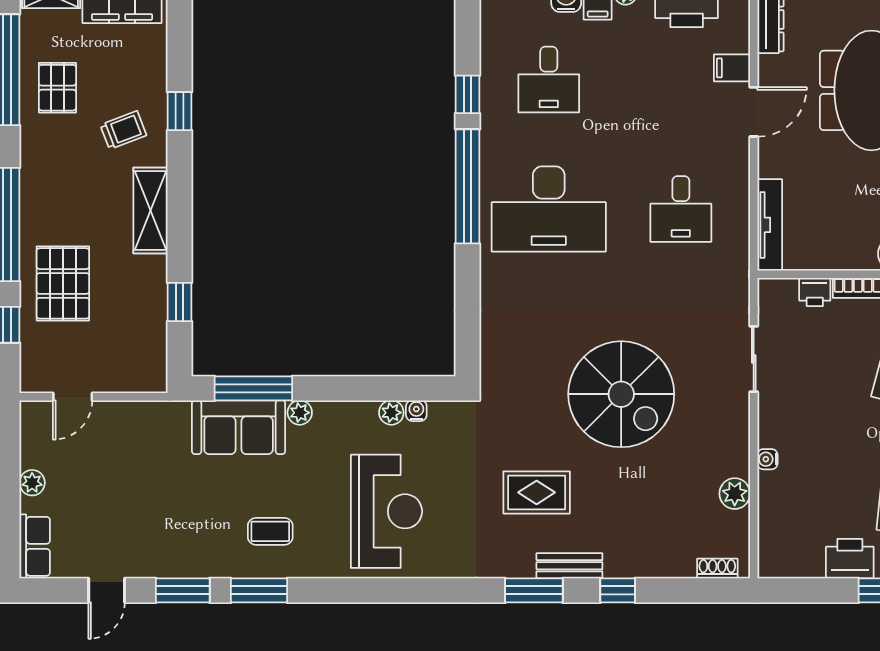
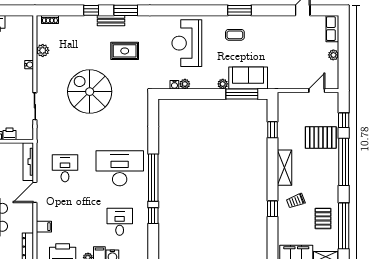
door: (754, 112) -> (35, 192), moved
pallet: (63, 283) -> (321, 137), turned 90
window: (183, 590) -> (271, 10), removed

